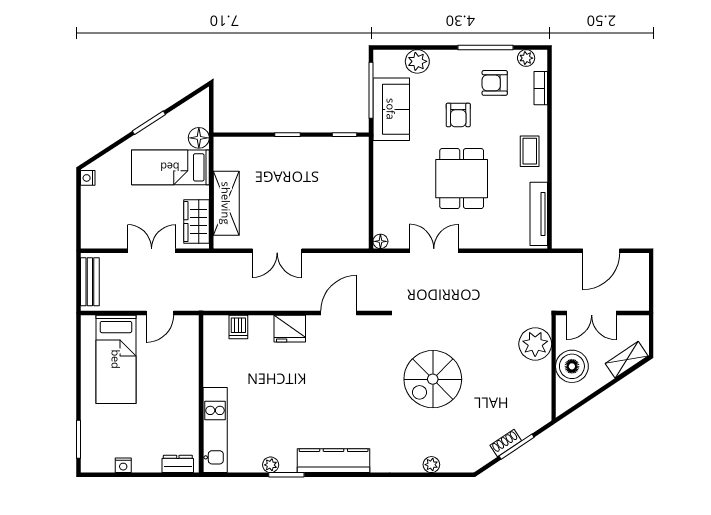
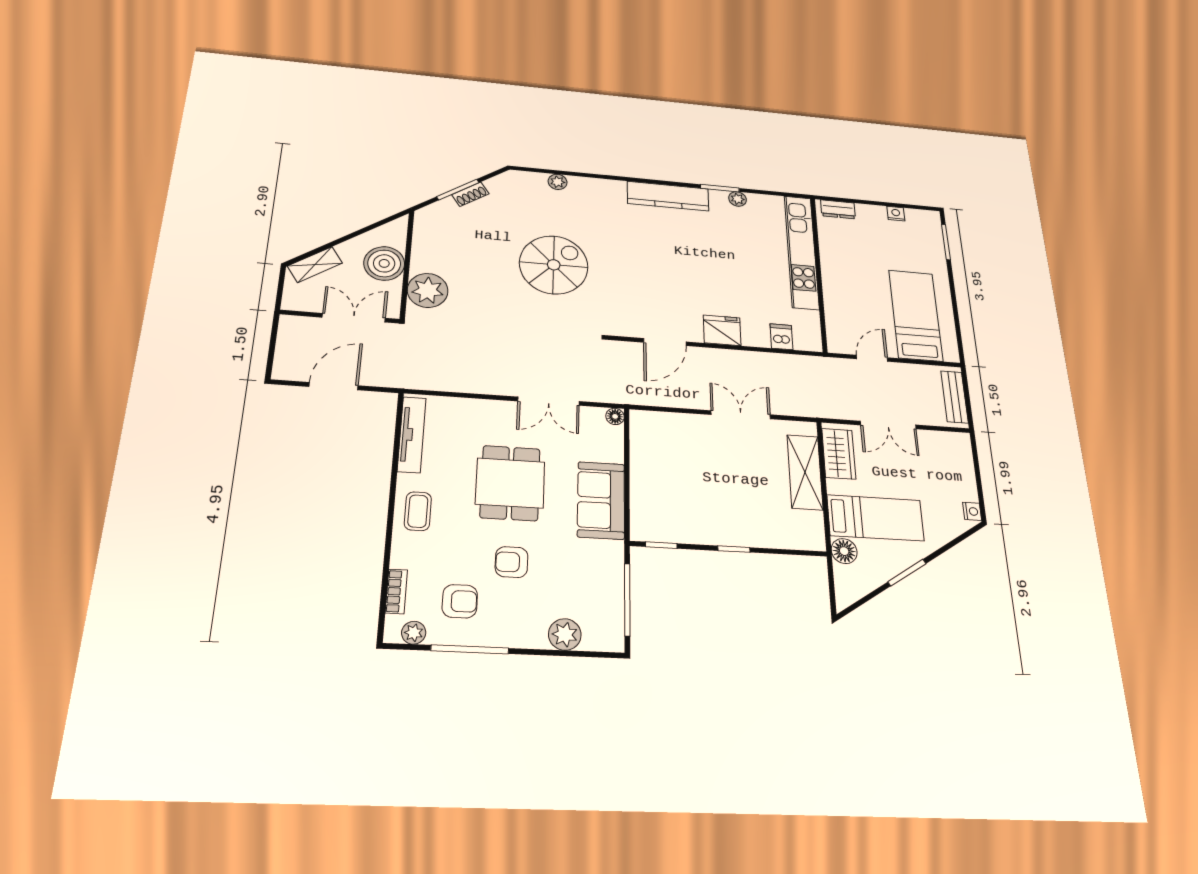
sofa: (391, 109) -> (601, 500), moved
armchair: (458, 115) -> (511, 562), turned -90
kitchen unit: (215, 430) -> (802, 252), width x1.36

